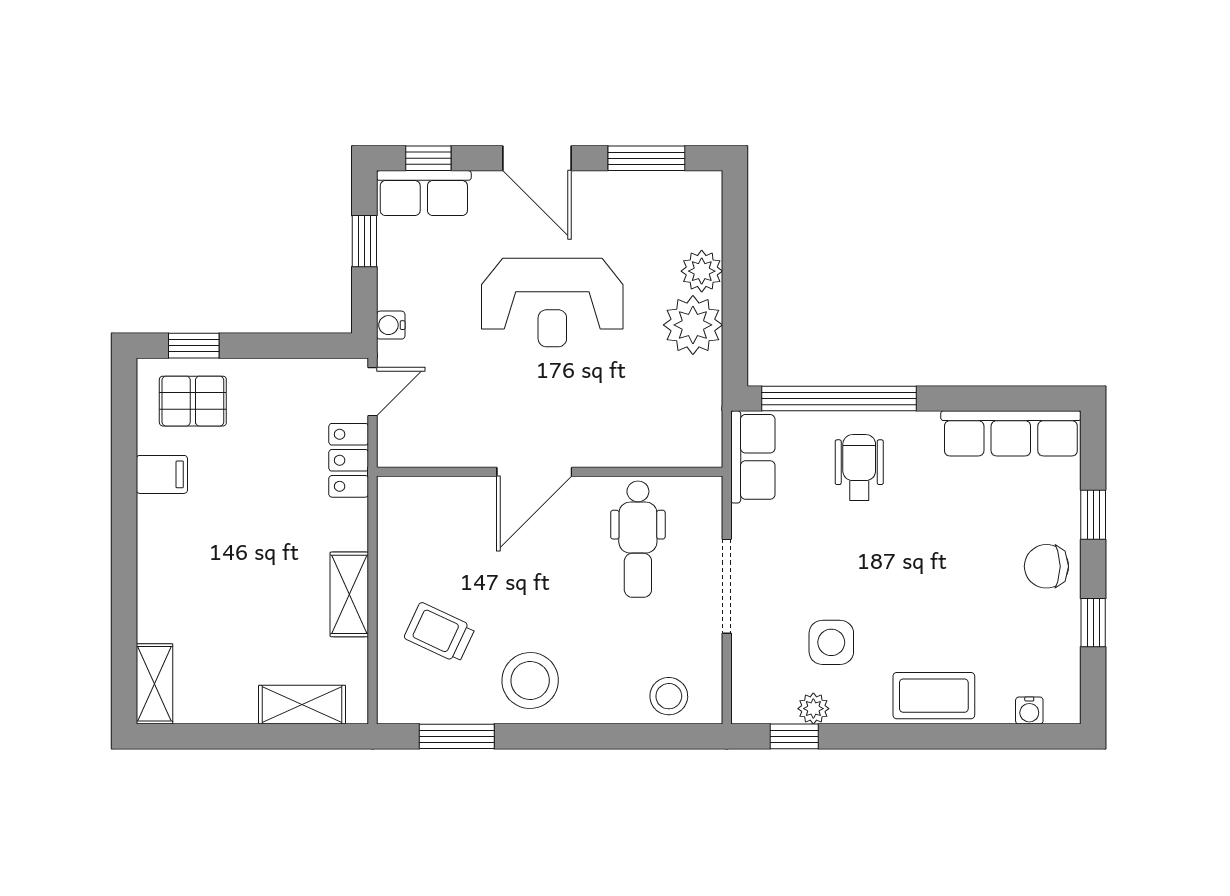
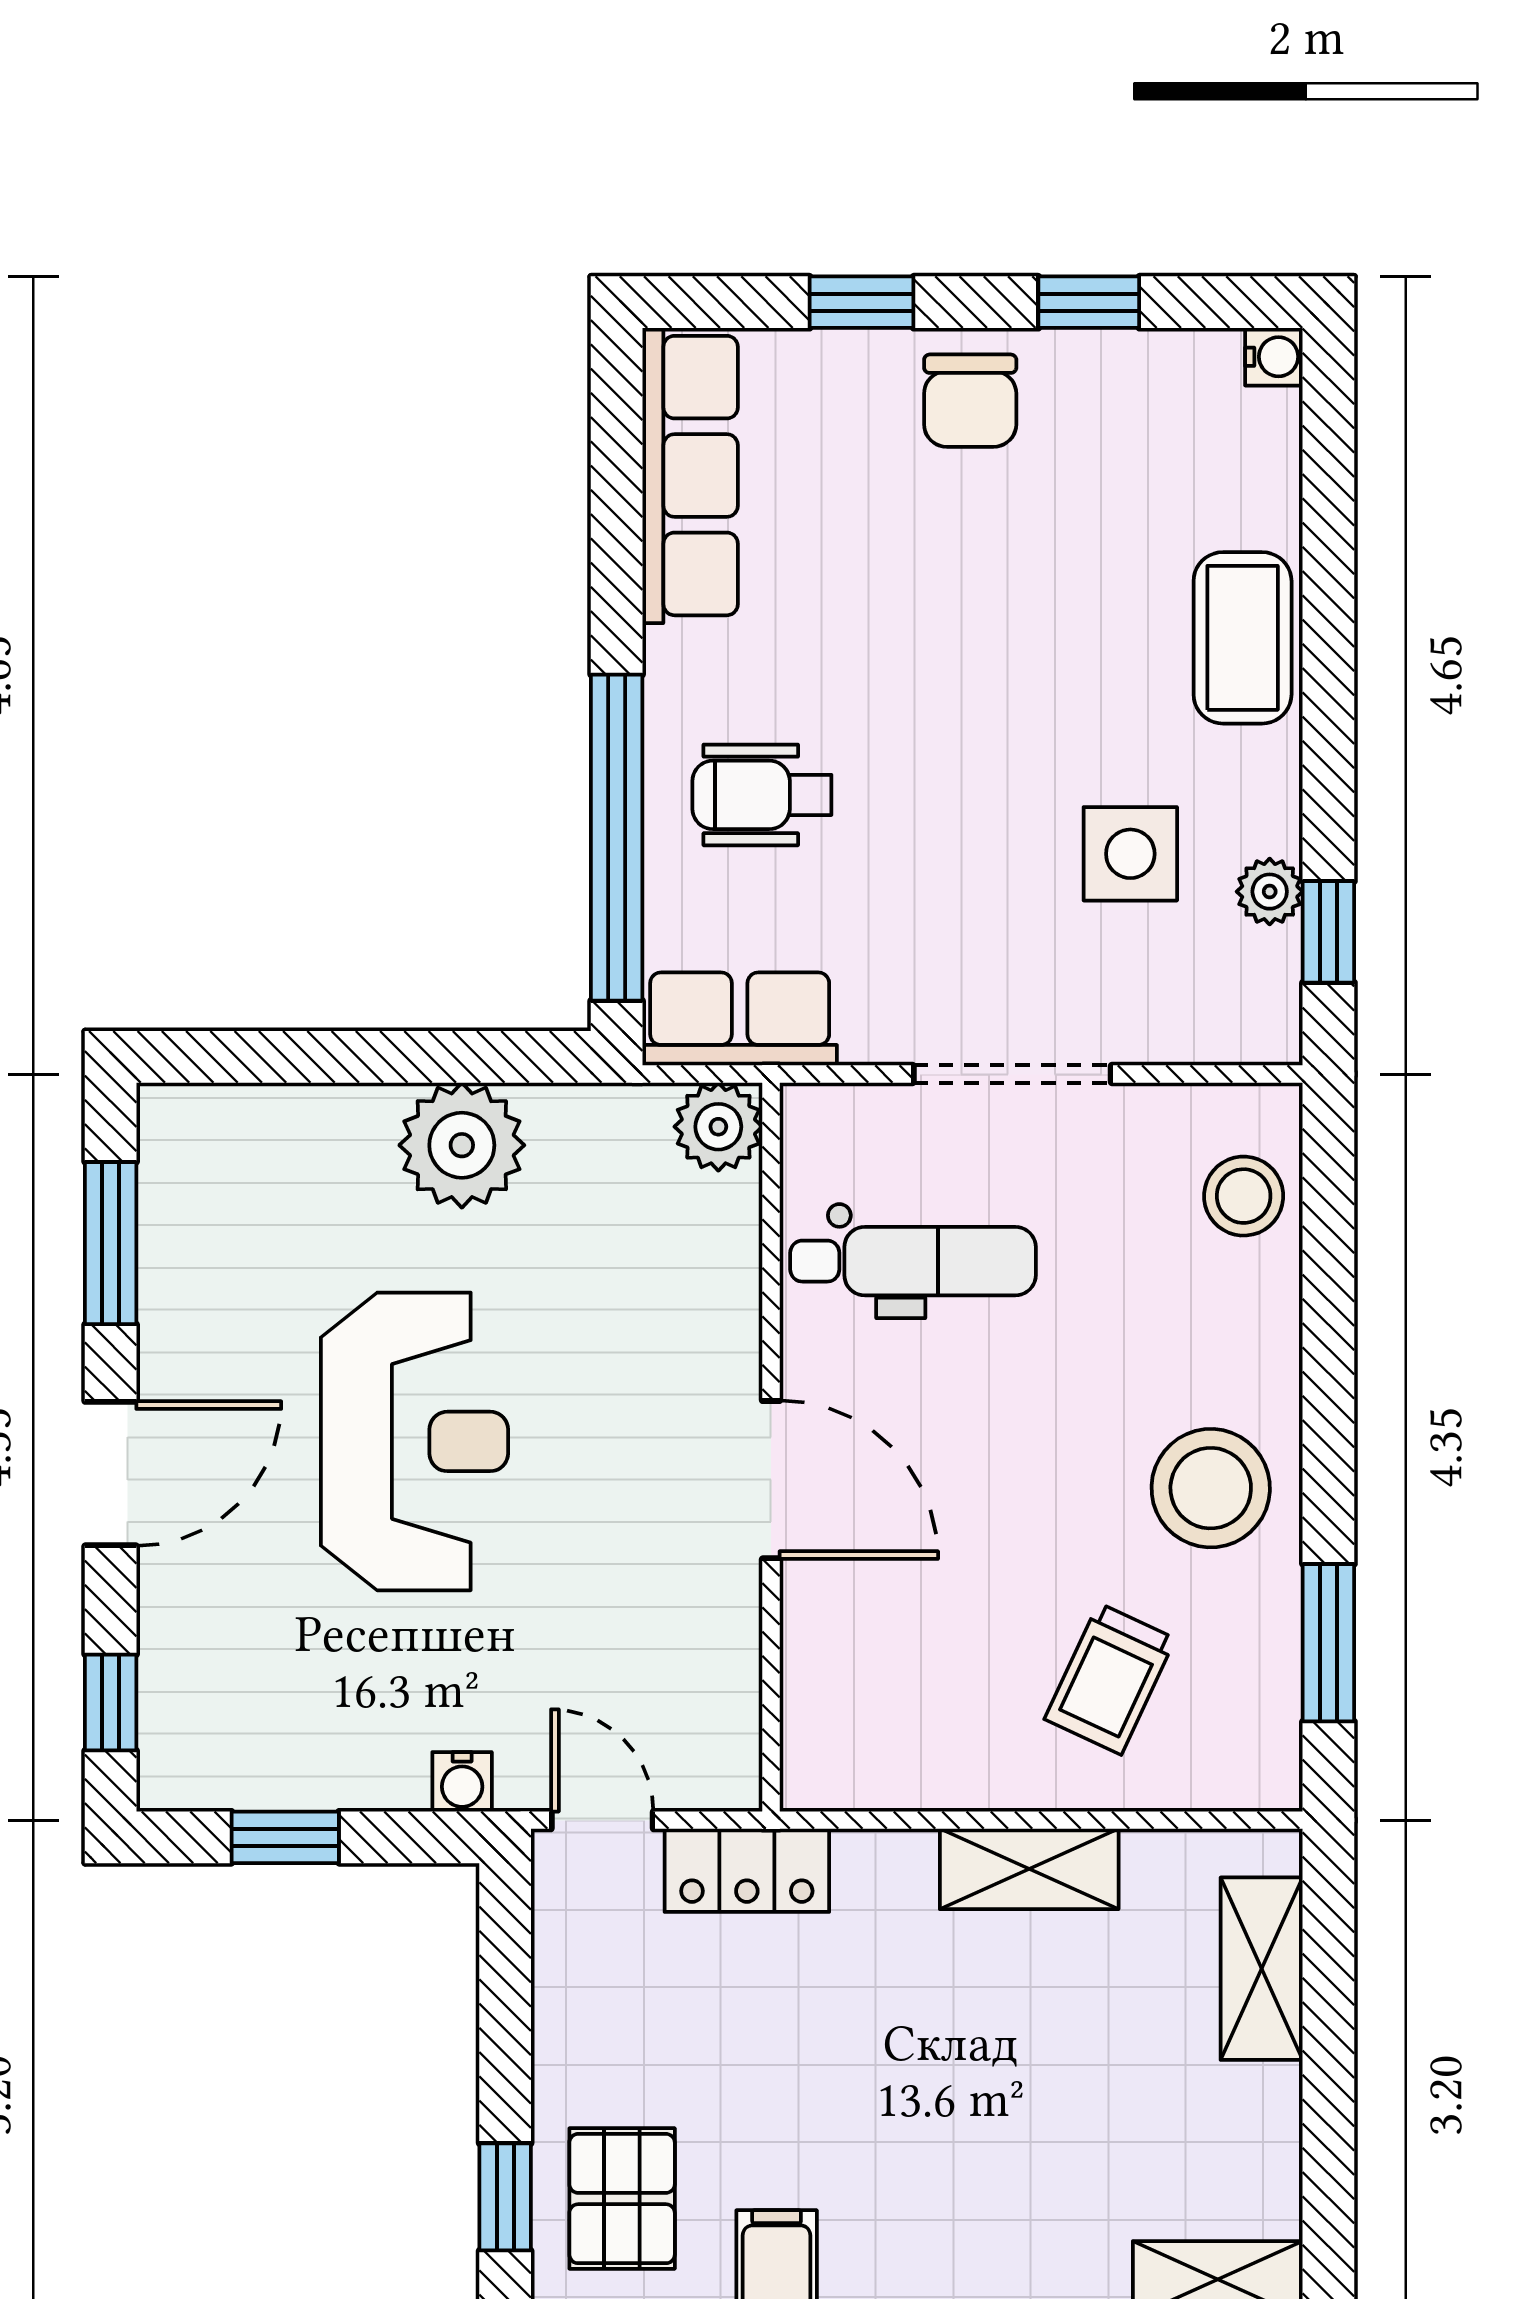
row of seats: (424, 193) -> (184, 1712), removed
plant: (702, 271) -> (718, 1127), moved
water cooler: (1029, 711) -> (1274, 357), moved

